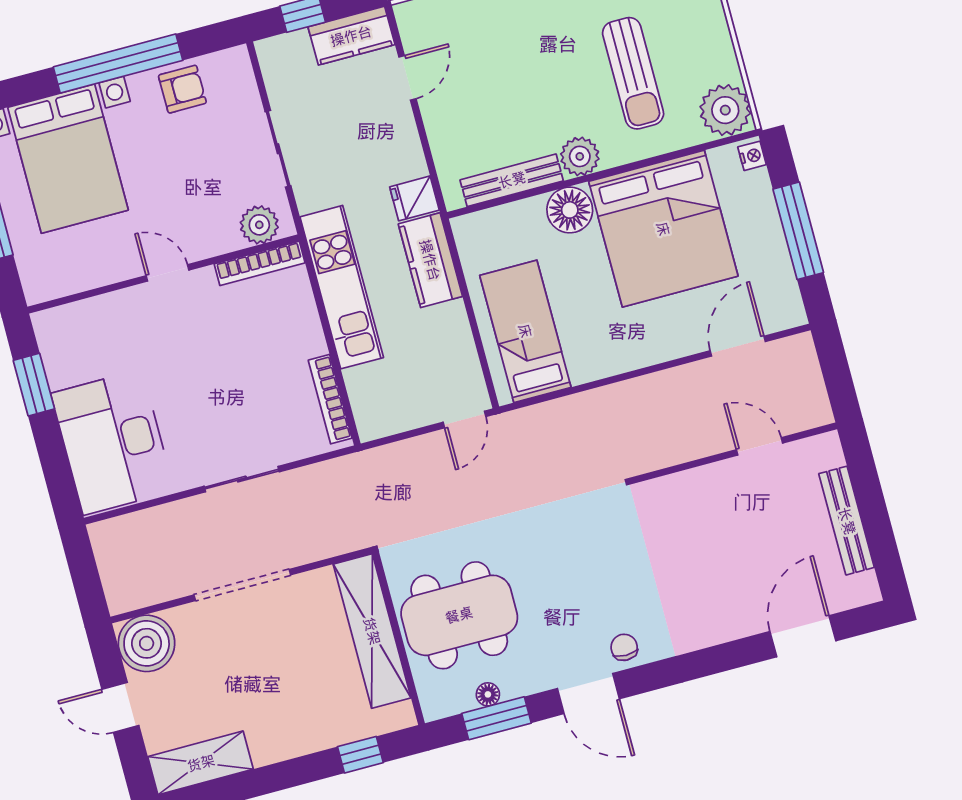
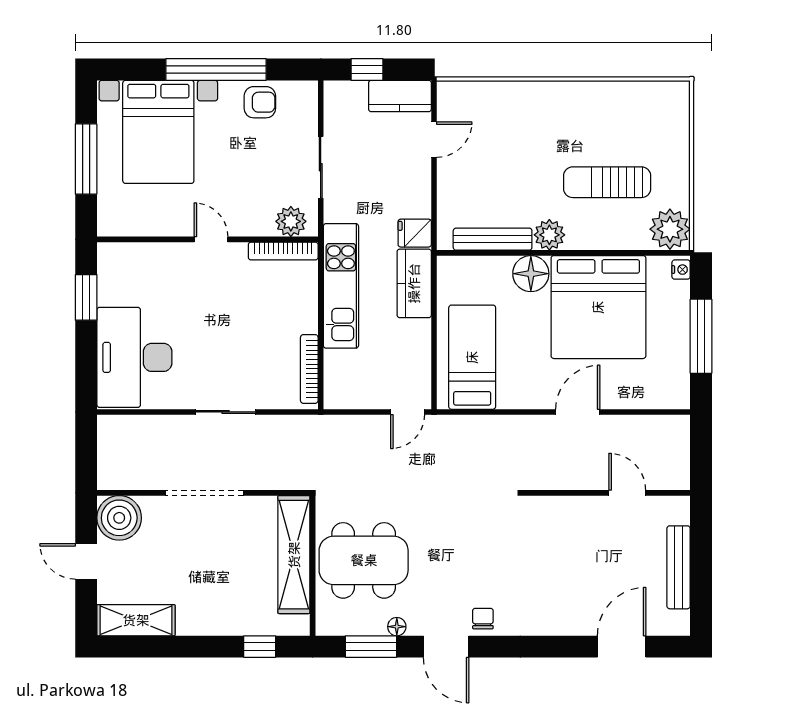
sun lounger: (633, 73) -> (607, 182), turned 90
door: (738, 346) -> (578, 412), moved
floor lamp: (488, 694) -> (397, 627), moved

